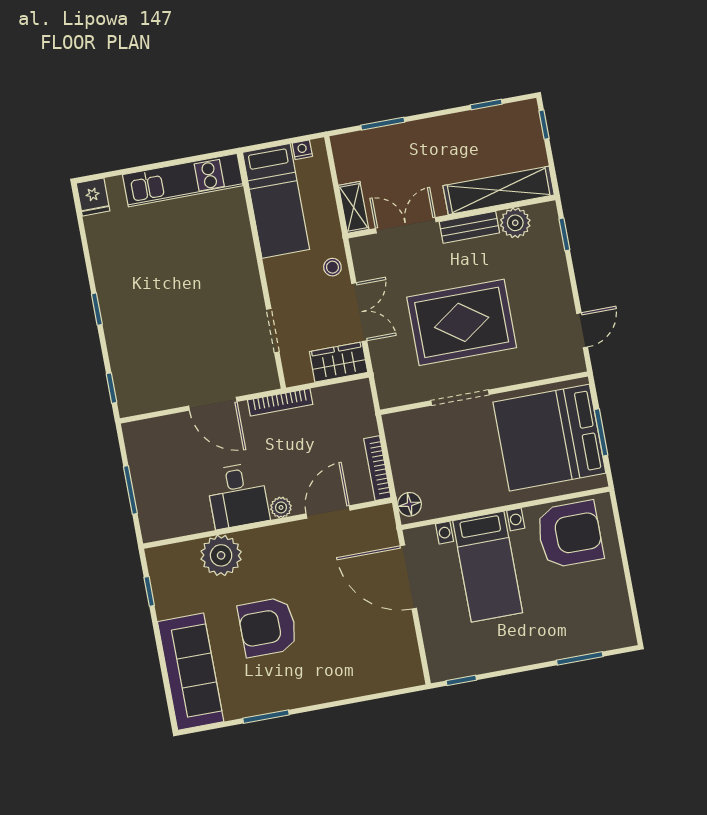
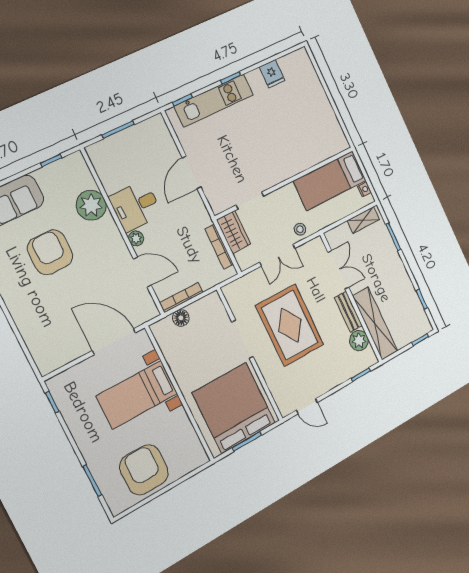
kitchen unit: (183, 180) -> (214, 101), moved, turned -90
fridge: (93, 197) -> (272, 74), moved, turned -90
shelving: (354, 207) -> (363, 220), moved
wardrobe: (339, 362) -> (234, 232), moved
bookcase: (280, 402) -> (219, 247), moved
floor lamp: (410, 504) -> (181, 318), moved
armchair: (570, 534) -> (144, 470), moved, turned 180
door: (408, 577) -> (114, 342), hinge flipped

